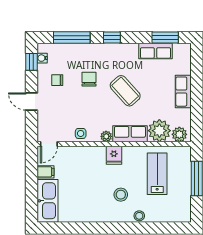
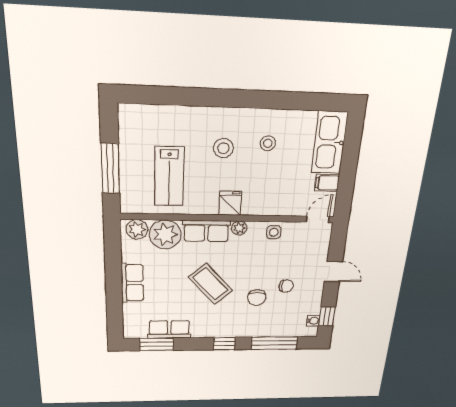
chair: (57, 80) -> (286, 286), moved
stool: (139, 216) -> (268, 143), moved

